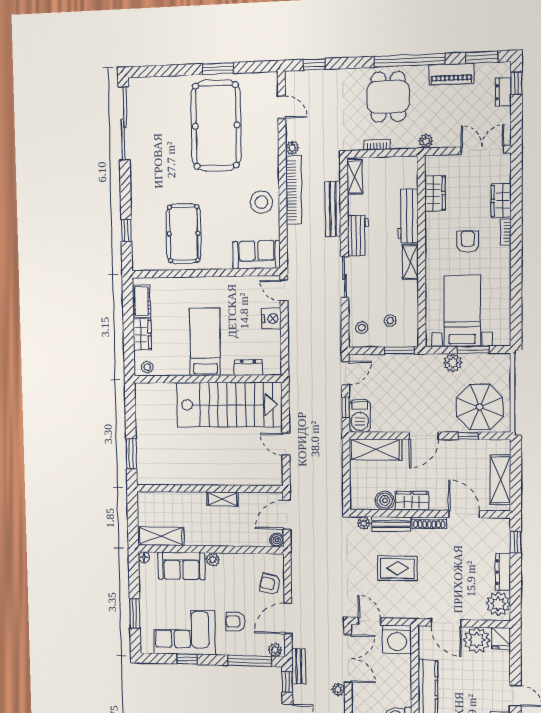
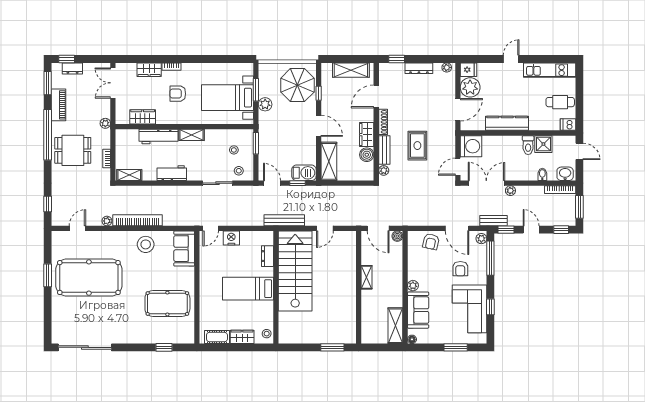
bench: (333, 209) -> (284, 220), moved
sliding door: (345, 277) -> (218, 183), moved
plant: (498, 604) -> (447, 67), width x0.53, depth x0.53

